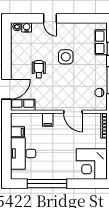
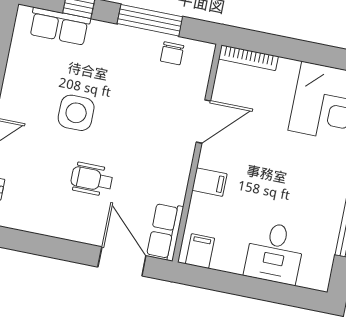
filing cabinet: (17, 132) -> (200, 251), moved
desk: (23, 153) -> (275, 253), width x0.73

